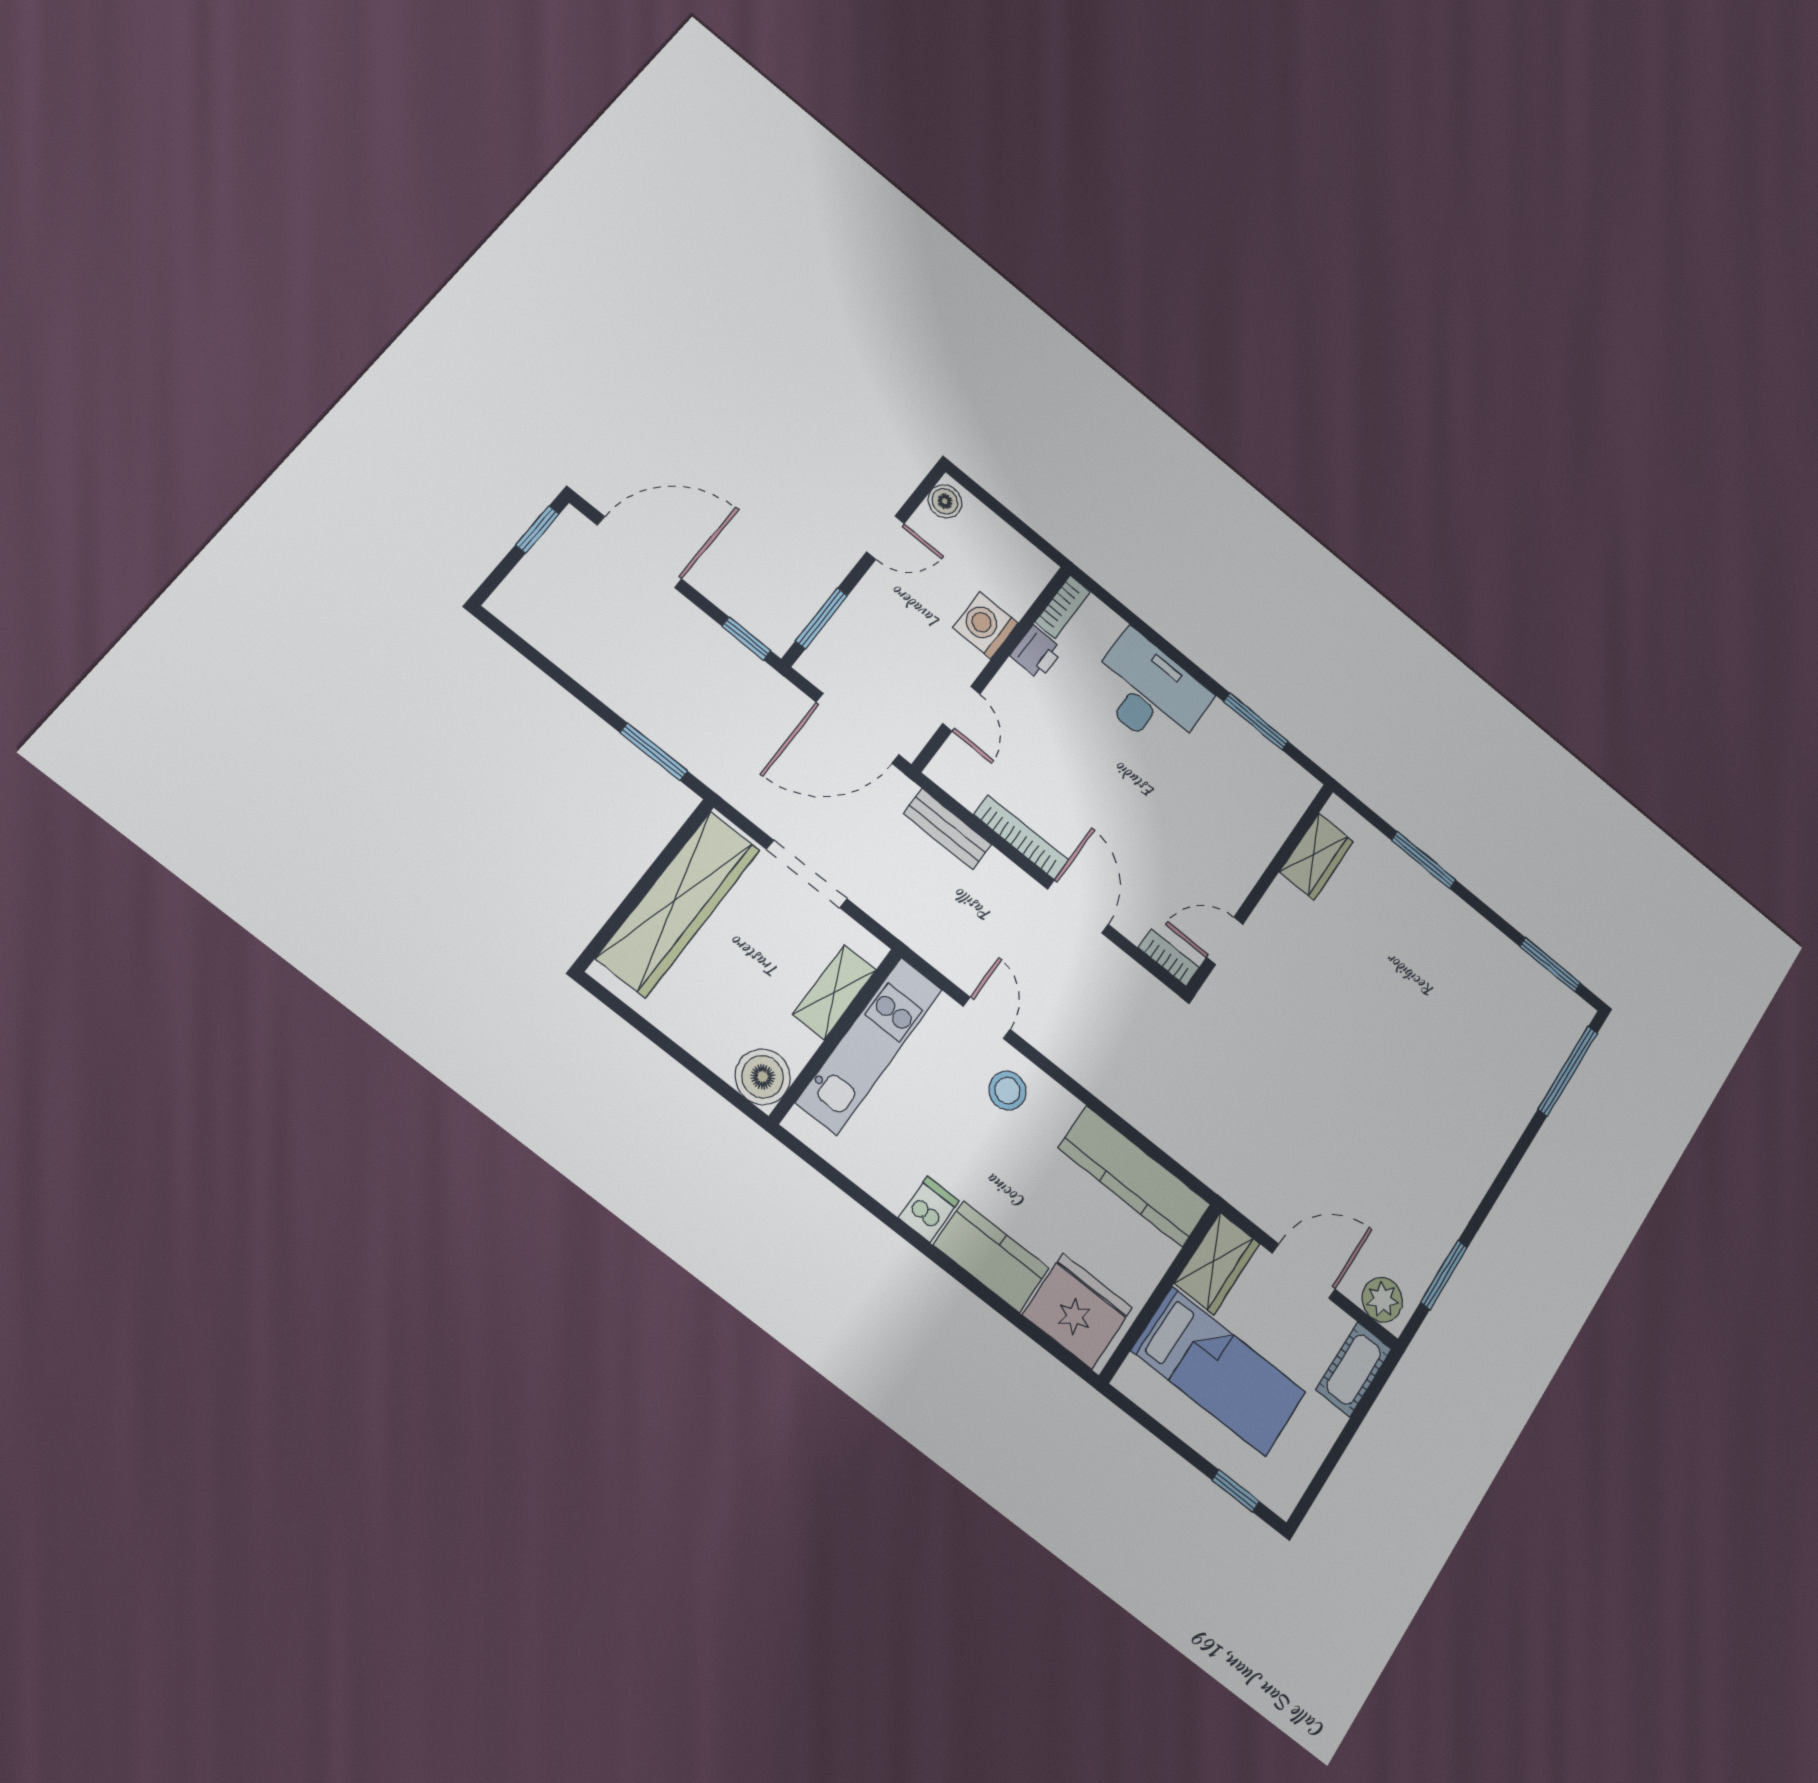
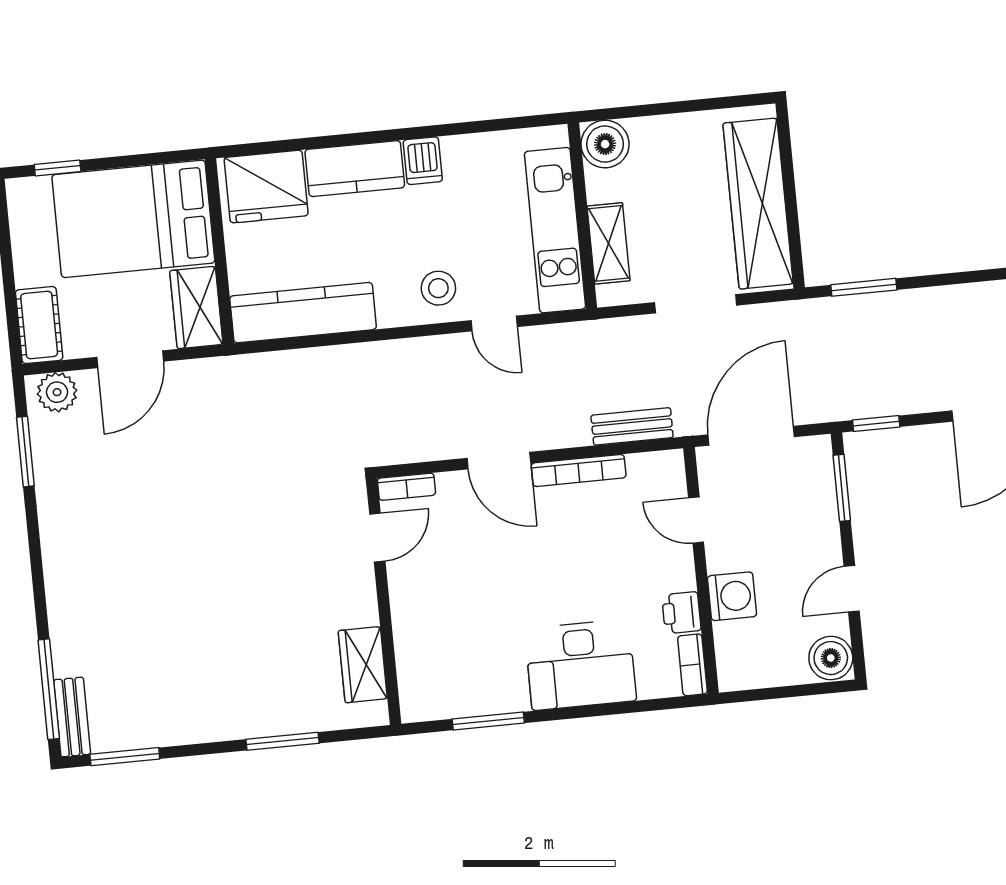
boiler: (945, 501) -> (831, 658), width x1.36, depth x1.36
bench: (1566, 1033) -> (72, 717), added
bed: (1219, 1371) -> (133, 219), width x1.50

